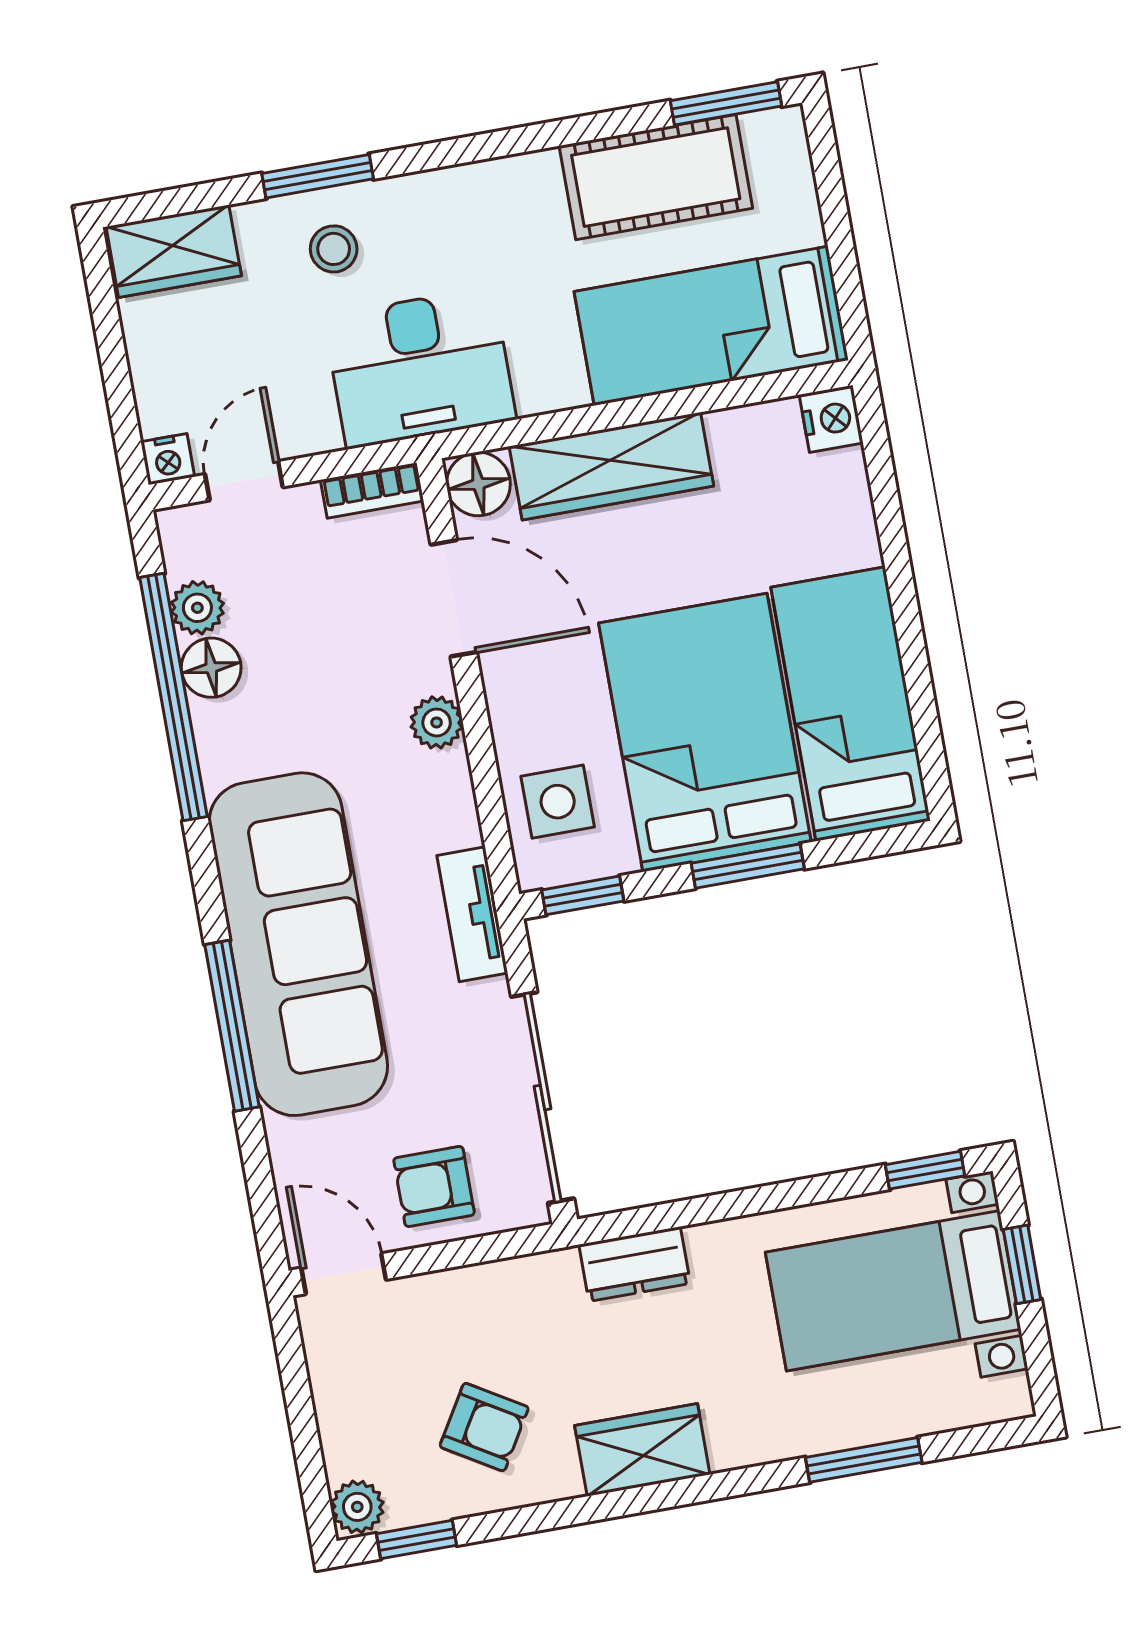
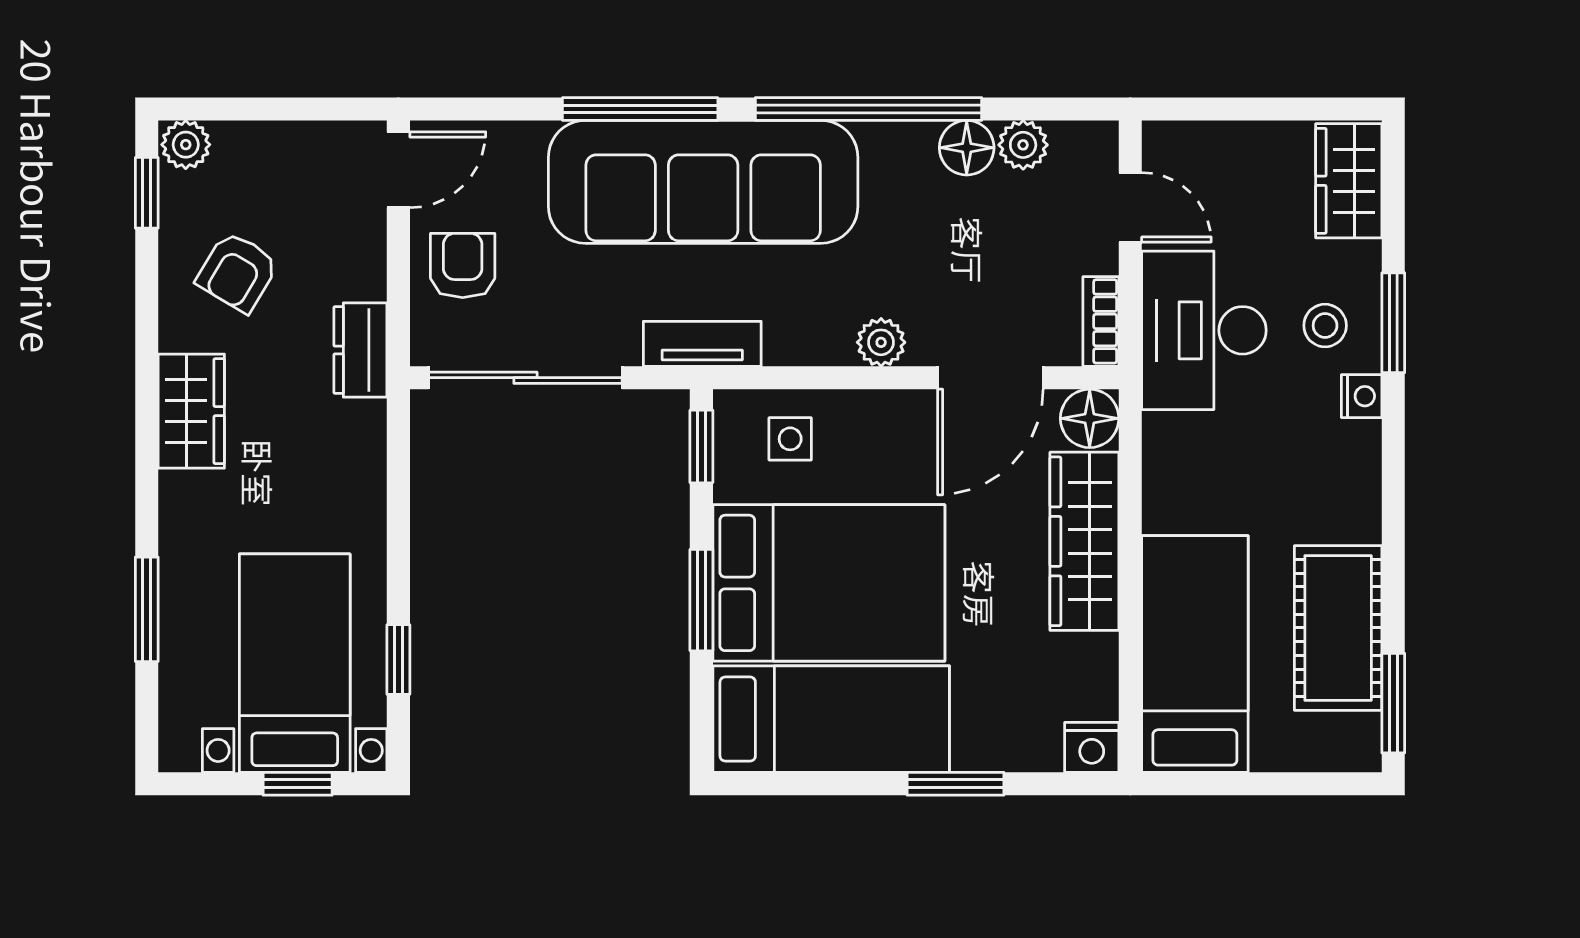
desk: (420, 368) -> (1204, 330), moved
nightstand: (168, 459) -> (1362, 396), moved, turned 180
window: (896, 558) -> (956, 784), added
window: (174, 697) -> (868, 109), moved
side table: (558, 802) -> (790, 439), width x0.73, depth x0.73
window: (925, 1170) -> (398, 659), moved
dresser: (635, 1264) -> (360, 350), moved

